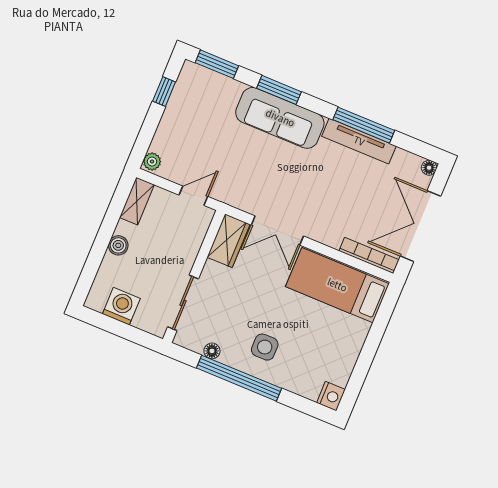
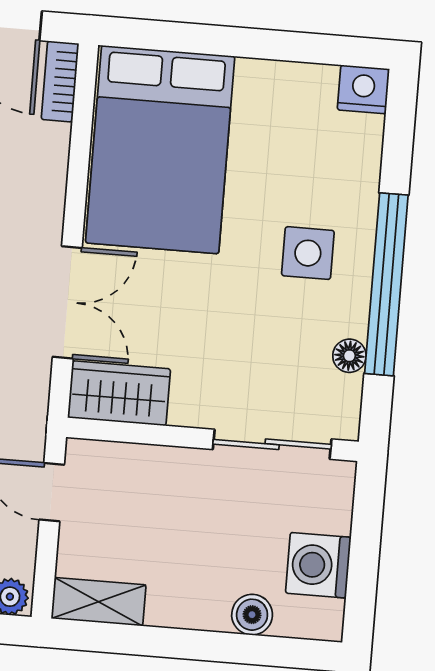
boiler: (118, 245) -> (252, 615), moved
bookcase: (369, 255) -> (60, 81), width x0.64
bed: (337, 285) -> (160, 150), width x1.50

